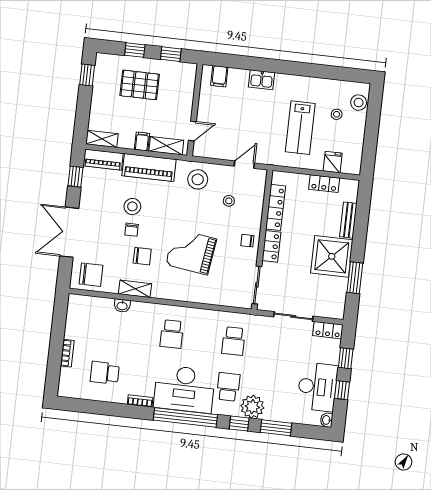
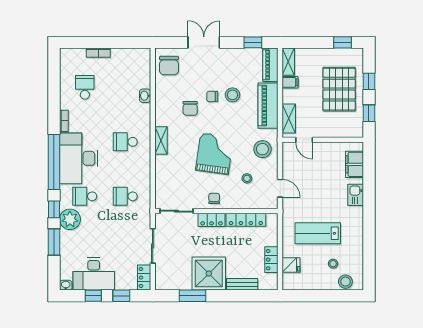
filing cabinet: (219, 76) -> (355, 164), width x2.00
pallet: (140, 85) -> (339, 89), width x1.37, depth x1.41
filing cabinet: (142, 141) -> (290, 82), moved
double door: (69, 232) -> (204, 42), width x0.73
grand piano: (191, 252) -> (215, 154), moved
shelving: (135, 289) -> (161, 140), moved
school desk: (228, 387) -> (85, 196), turned 180

